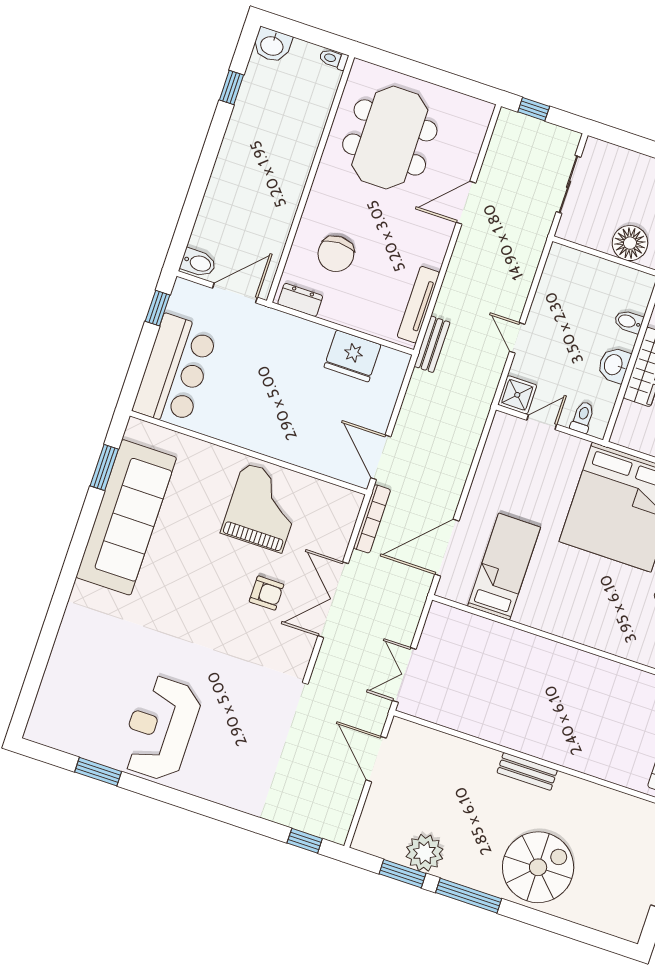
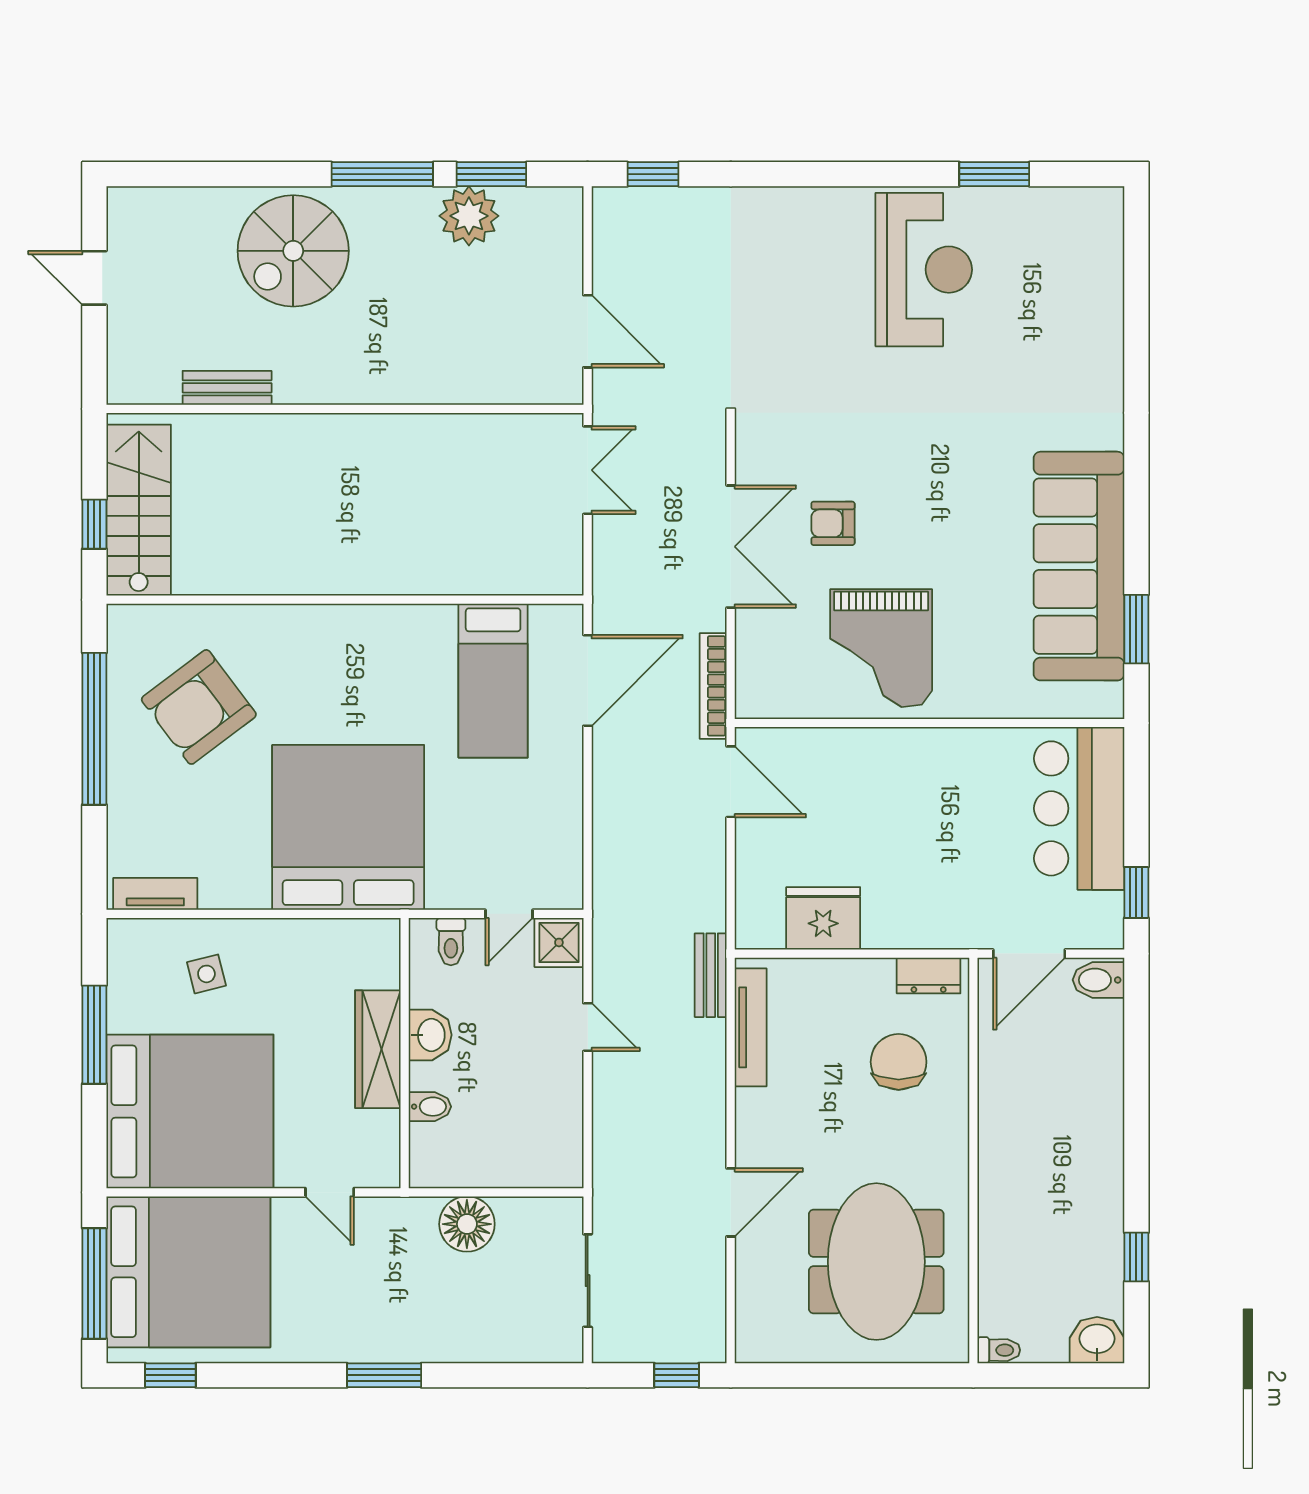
bench: (527, 771) -> (227, 388), moved

